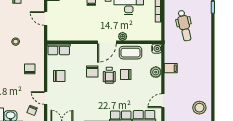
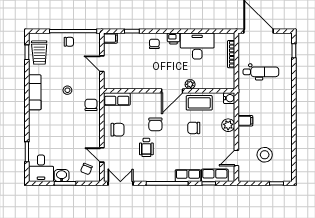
dental chair: (184, 26) -> (261, 72), turned -77
chair: (30, 69) -> (91, 105), moved
wheelchair: (109, 75) -> (146, 147), moved
stool: (199, 108) -> (265, 155), moved

